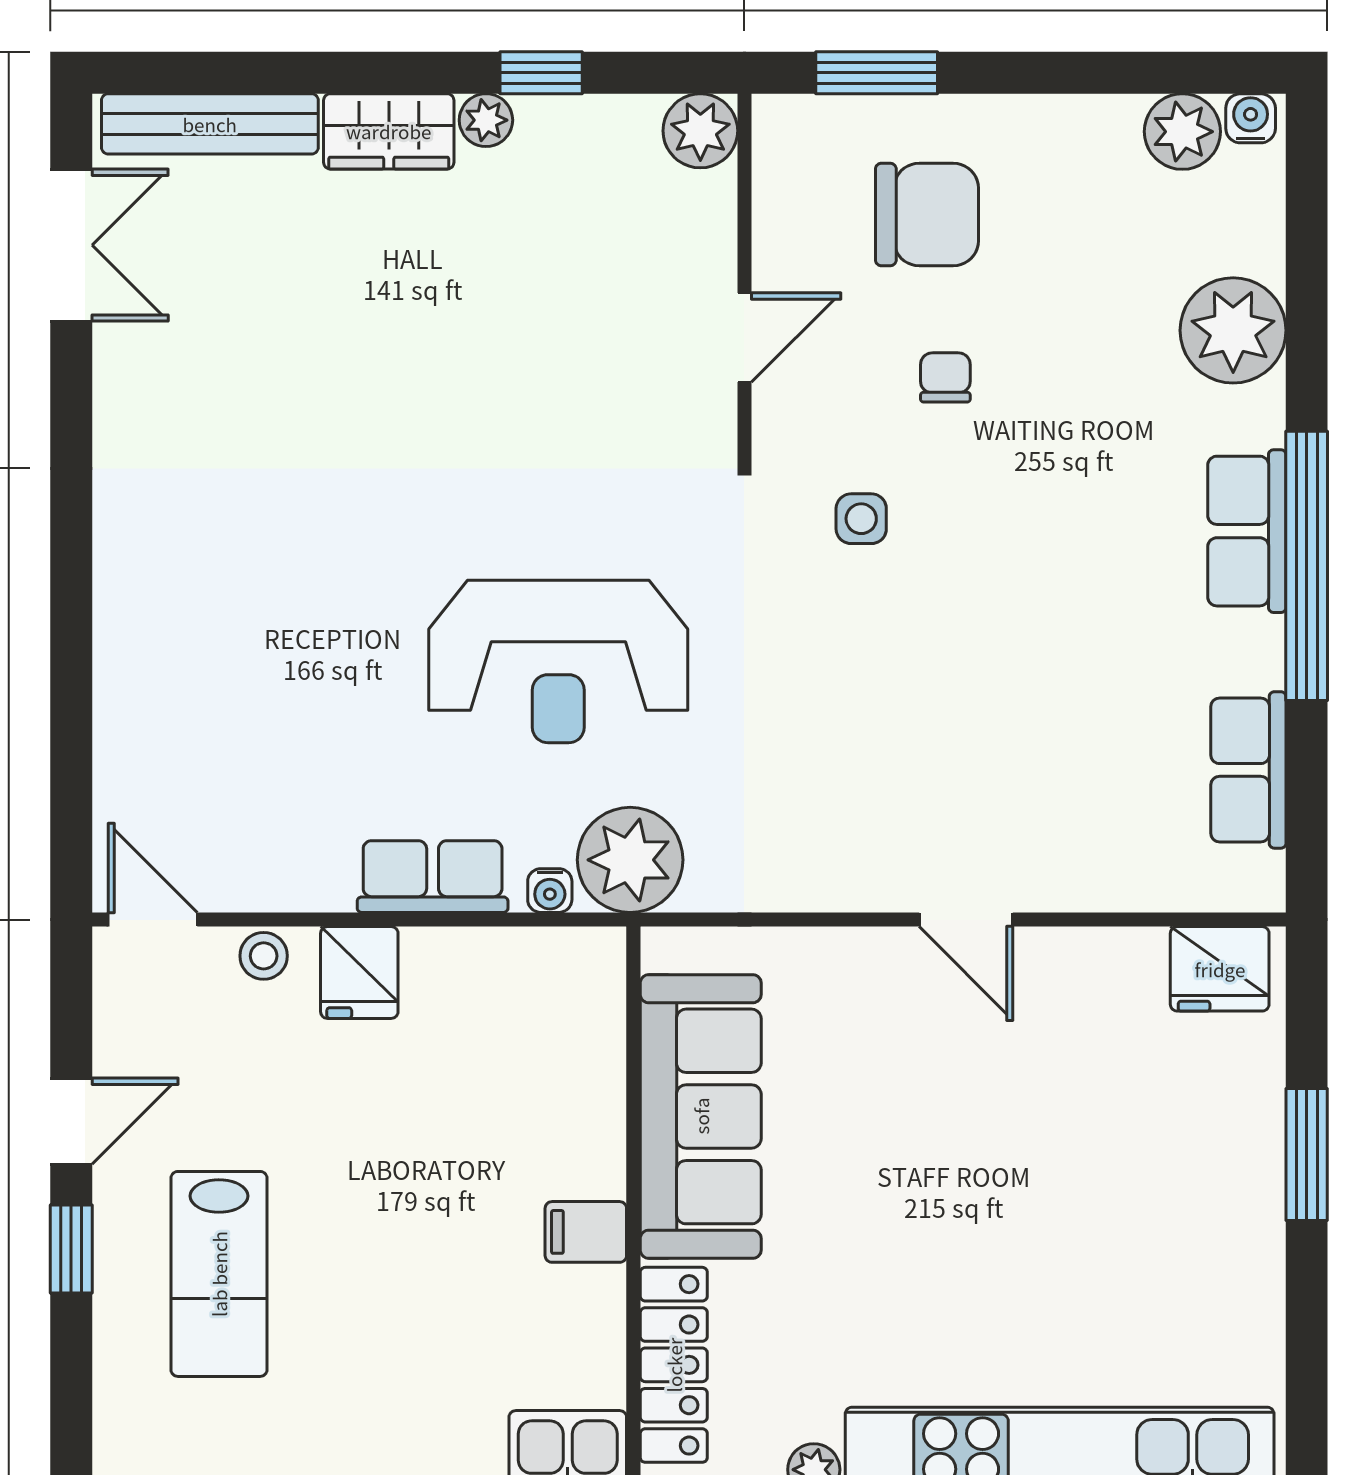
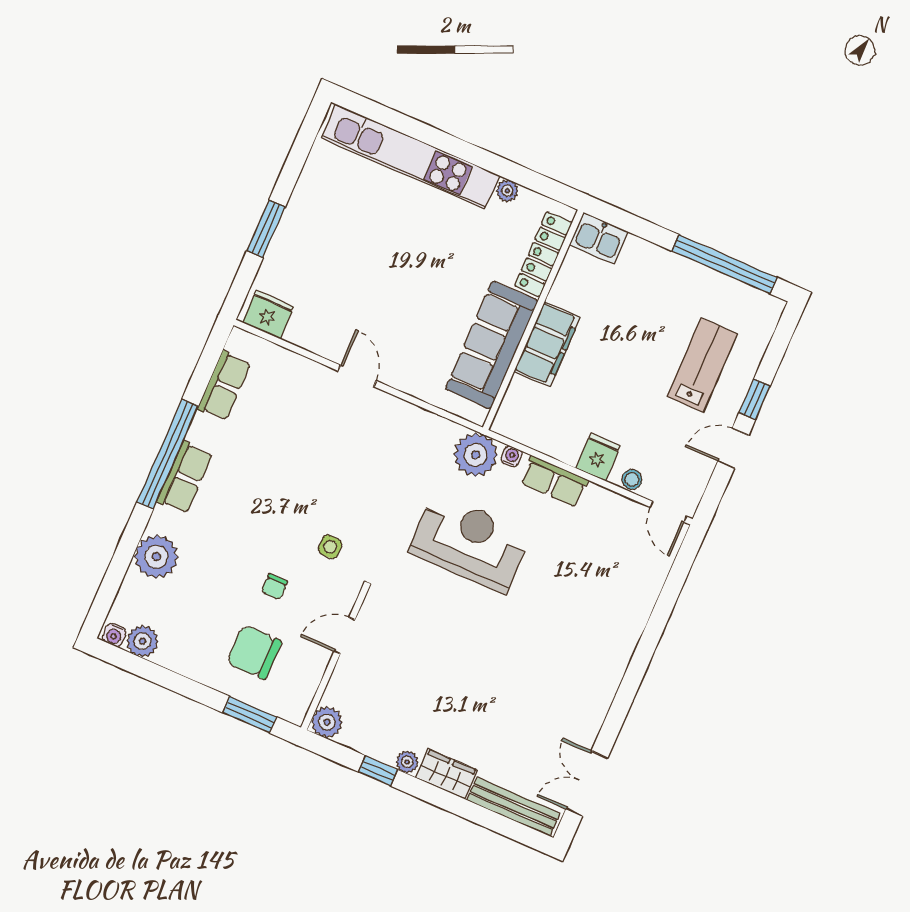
filing cabinet: (586, 1232) -> (547, 344), width x3.00, depth x1.17

